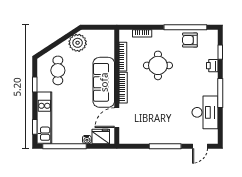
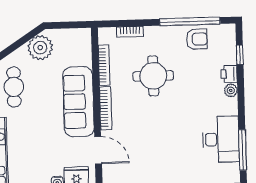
armchair: (190, 40) -> (197, 39), turned 180
plant: (213, 78) -> (231, 90), added
window: (220, 93) -> (243, 150), moved
door: (117, 118) -> (98, 150), swing flipped

